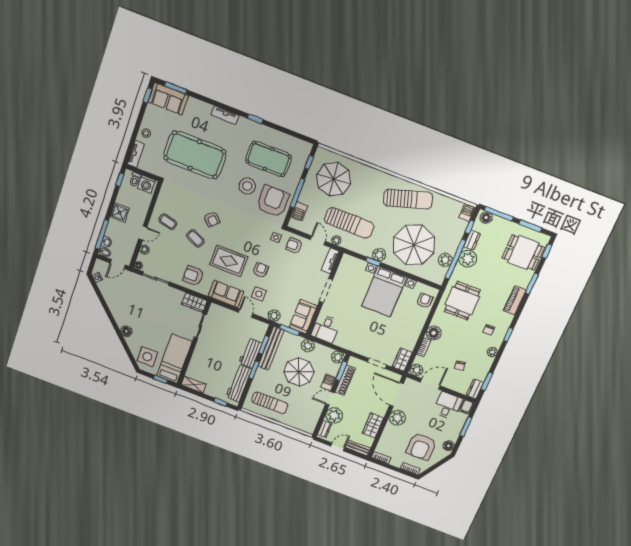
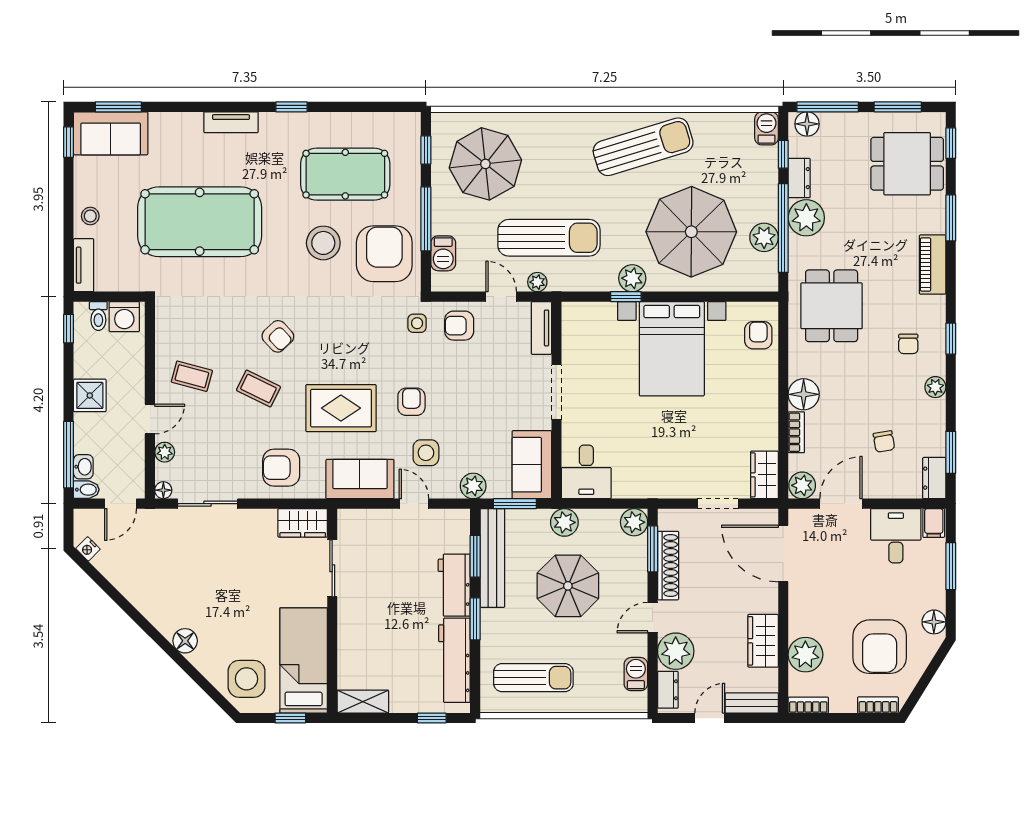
barbecue: (328, 382) -> (636, 674), moved
plant: (397, 418) -> (805, 655), moved

